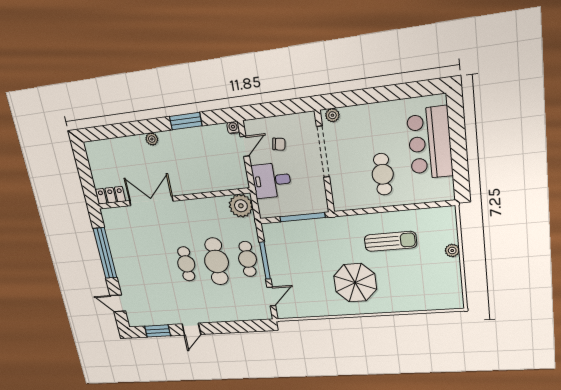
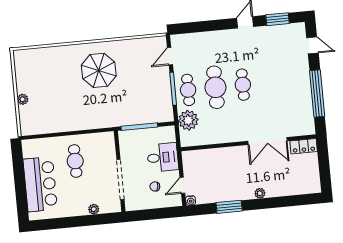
plant: (332, 115) -> (94, 209), moved
plant: (241, 206) -> (188, 120), moved
sun lounger: (390, 241) -> (70, 107), removed

